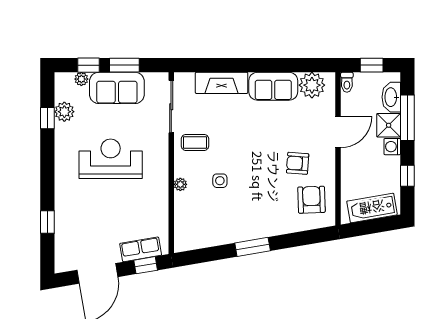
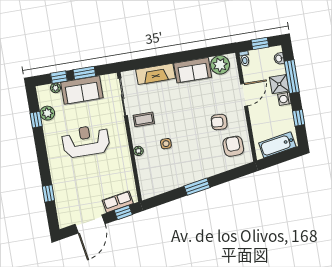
washbasin: (391, 97) -> (279, 58), width x0.52, depth x0.69

